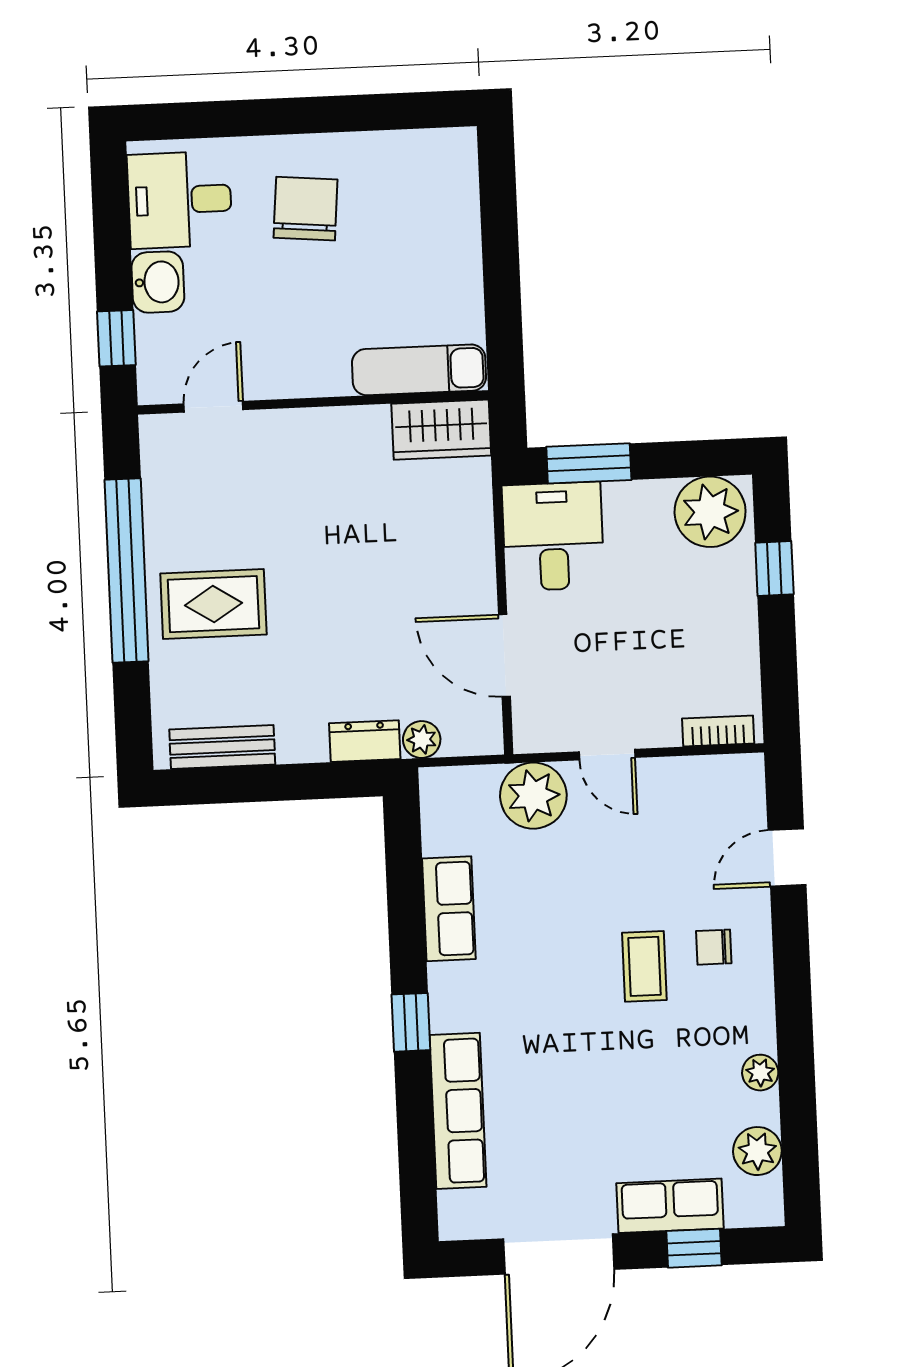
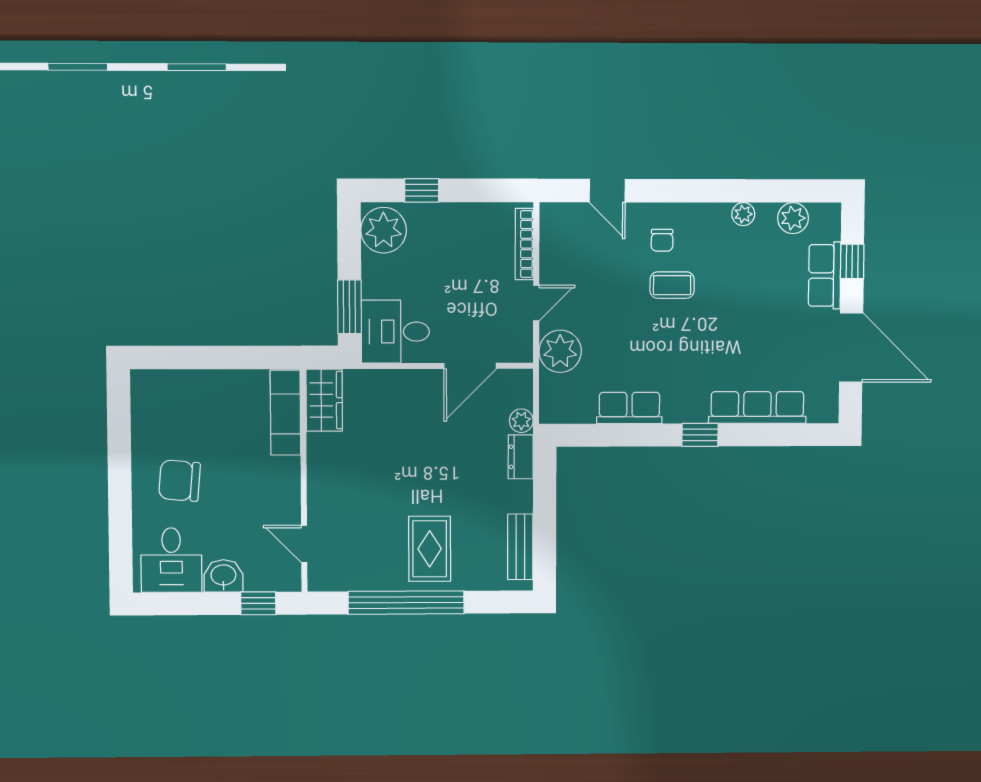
bookcase: (718, 731) -> (524, 244), width x1.56

